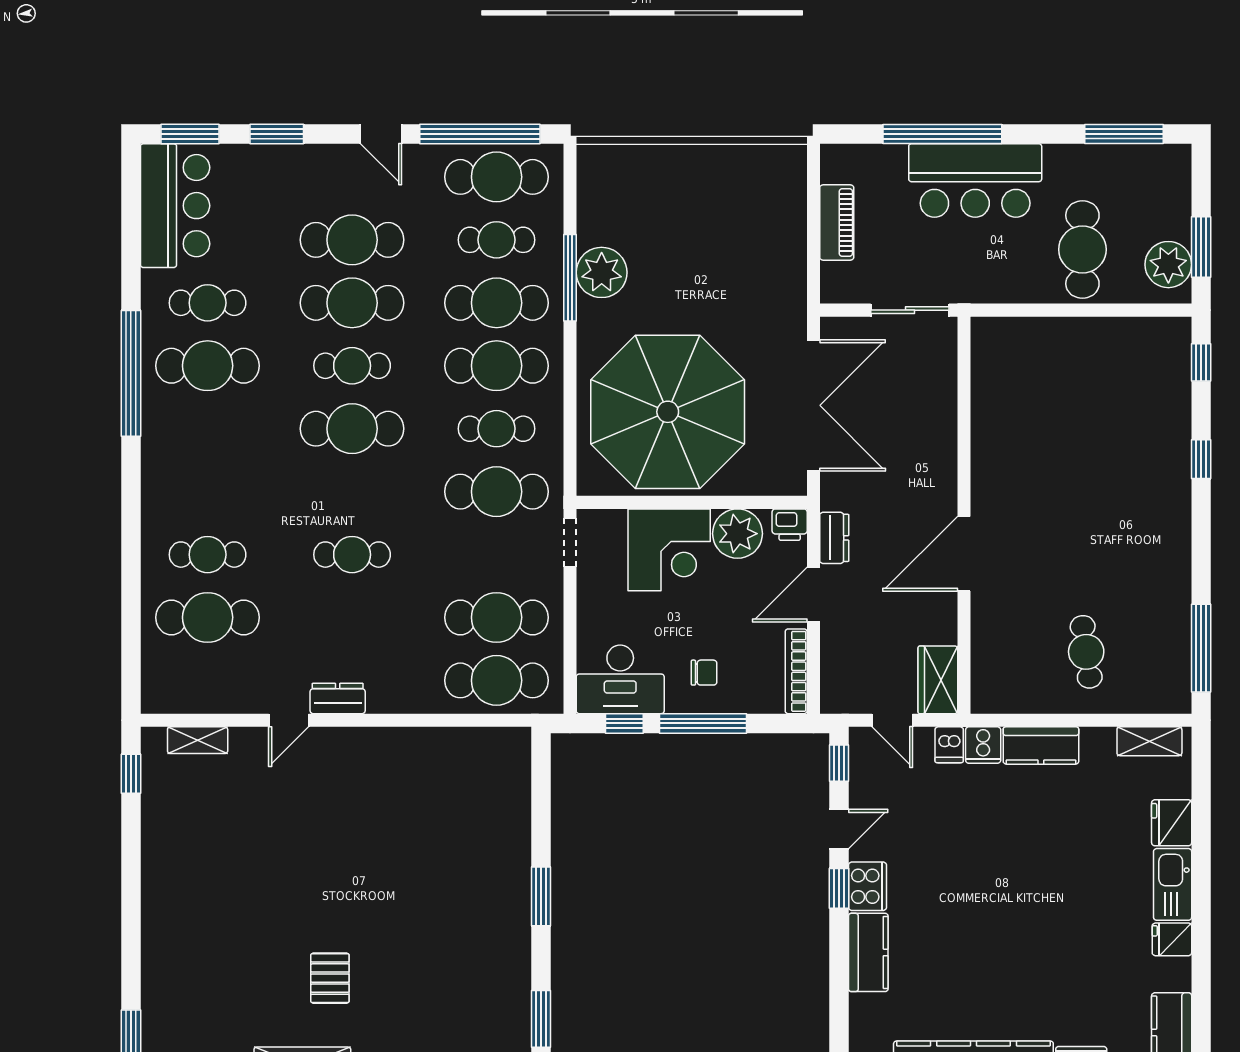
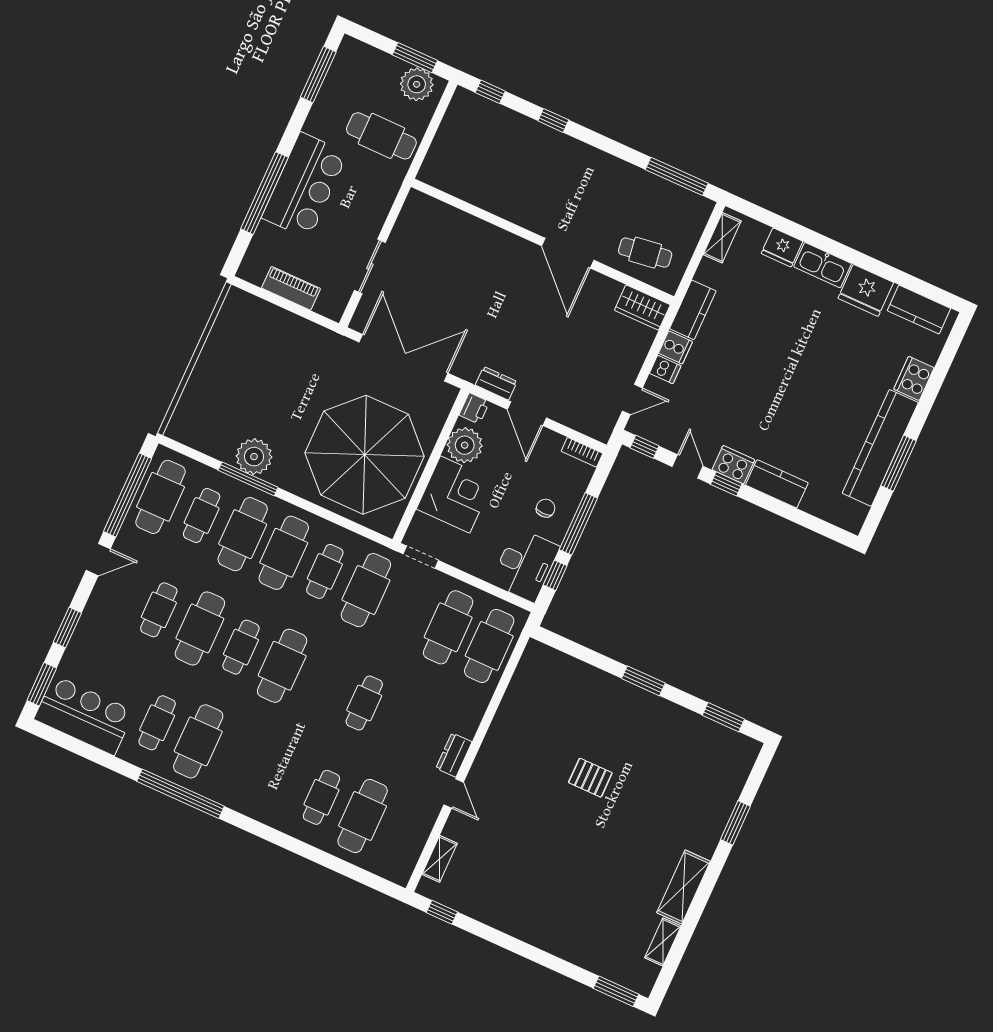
cafe table: (352, 240) -> (159, 610), width x0.73, depth x0.74
wall: (964, 515) -> (543, 242), moved
door: (964, 554) -> (568, 253), moved
bookcase: (796, 671) -> (582, 452), width x0.64
wardrobe: (938, 680) -> (642, 307), moved
fridge: (1172, 939) -> (866, 290), width x1.88, depth x1.34
pallet: (330, 978) -> (590, 778), moved

